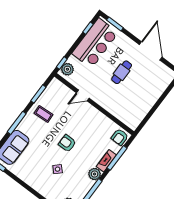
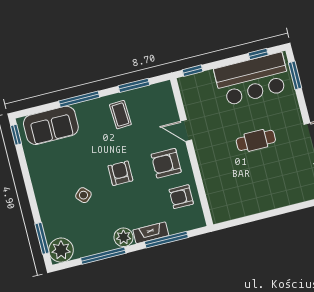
plant: (67, 69) -> (193, 84), removed
armchair: (86, 120) -> (166, 163), added
armchair: (120, 137) -> (181, 197), moved

